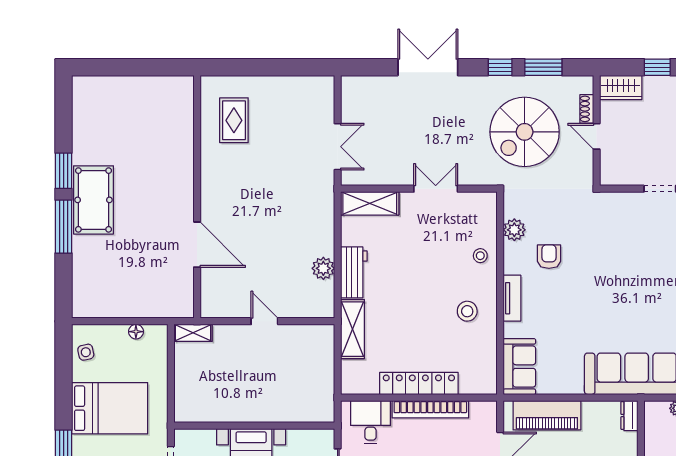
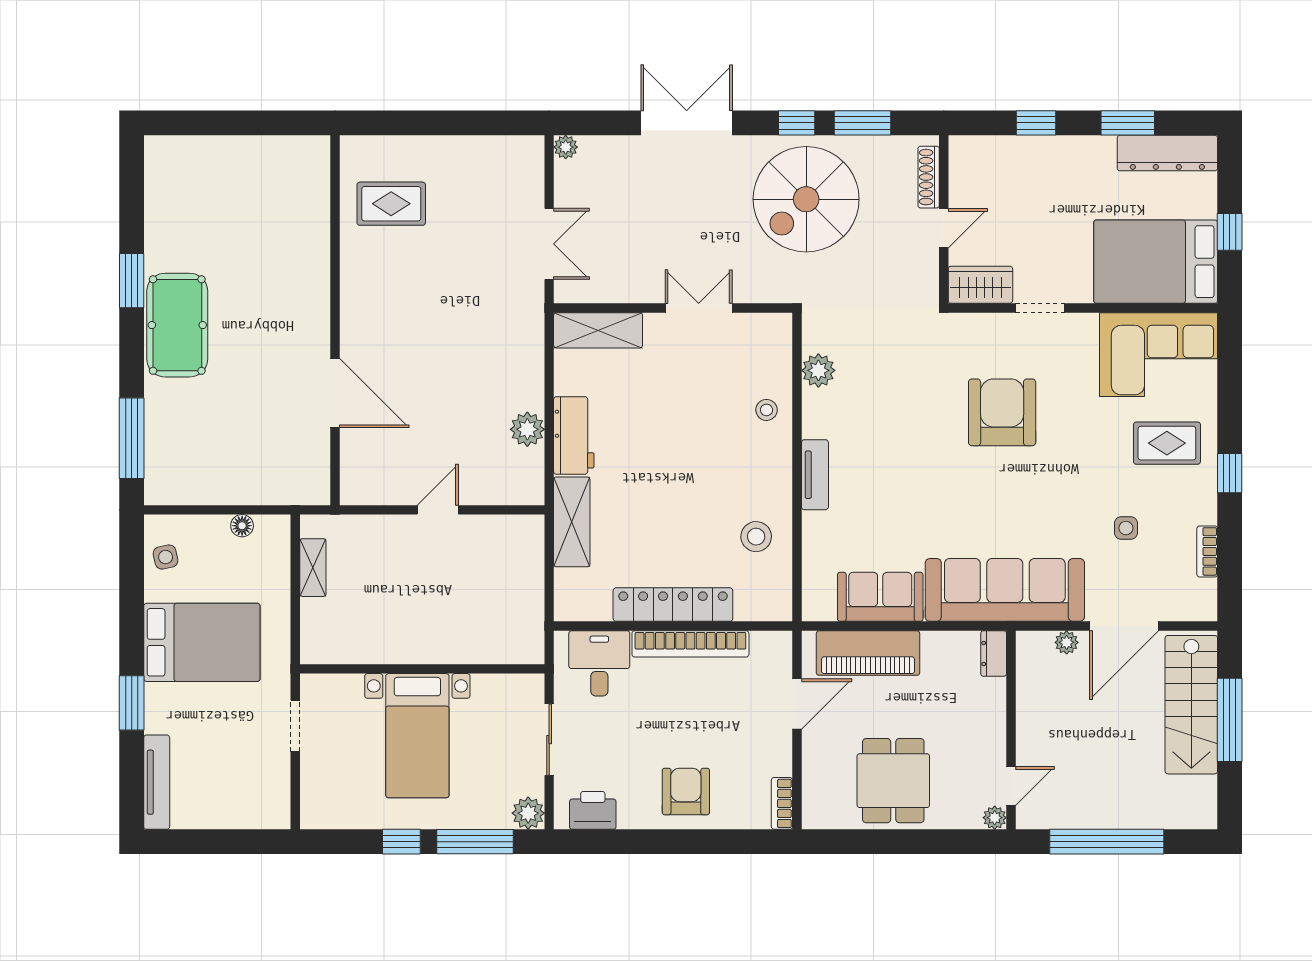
plant: (348, 83) -> (566, 147), added
wardrobe: (621, 87) -> (980, 285), moved, turned 180
shoe rack: (587, 109) -> (929, 177), width x1.43
rug: (234, 120) -> (391, 204), turned 90
spiral stairs: (525, 132) -> (806, 199), moved
door: (597, 136) -> (944, 228), swing flipped
window: (64, 227) -> (132, 438), moved
armchair: (549, 257) -> (1002, 412), moved, width x1.88, depth x1.88
stool: (467, 311) -> (756, 537), moved
door: (264, 321) -> (438, 510), hinge flipped
shelving: (193, 333) -> (313, 568), moved, turned 90
sofa: (519, 367) -> (880, 597), moved, turned -90

